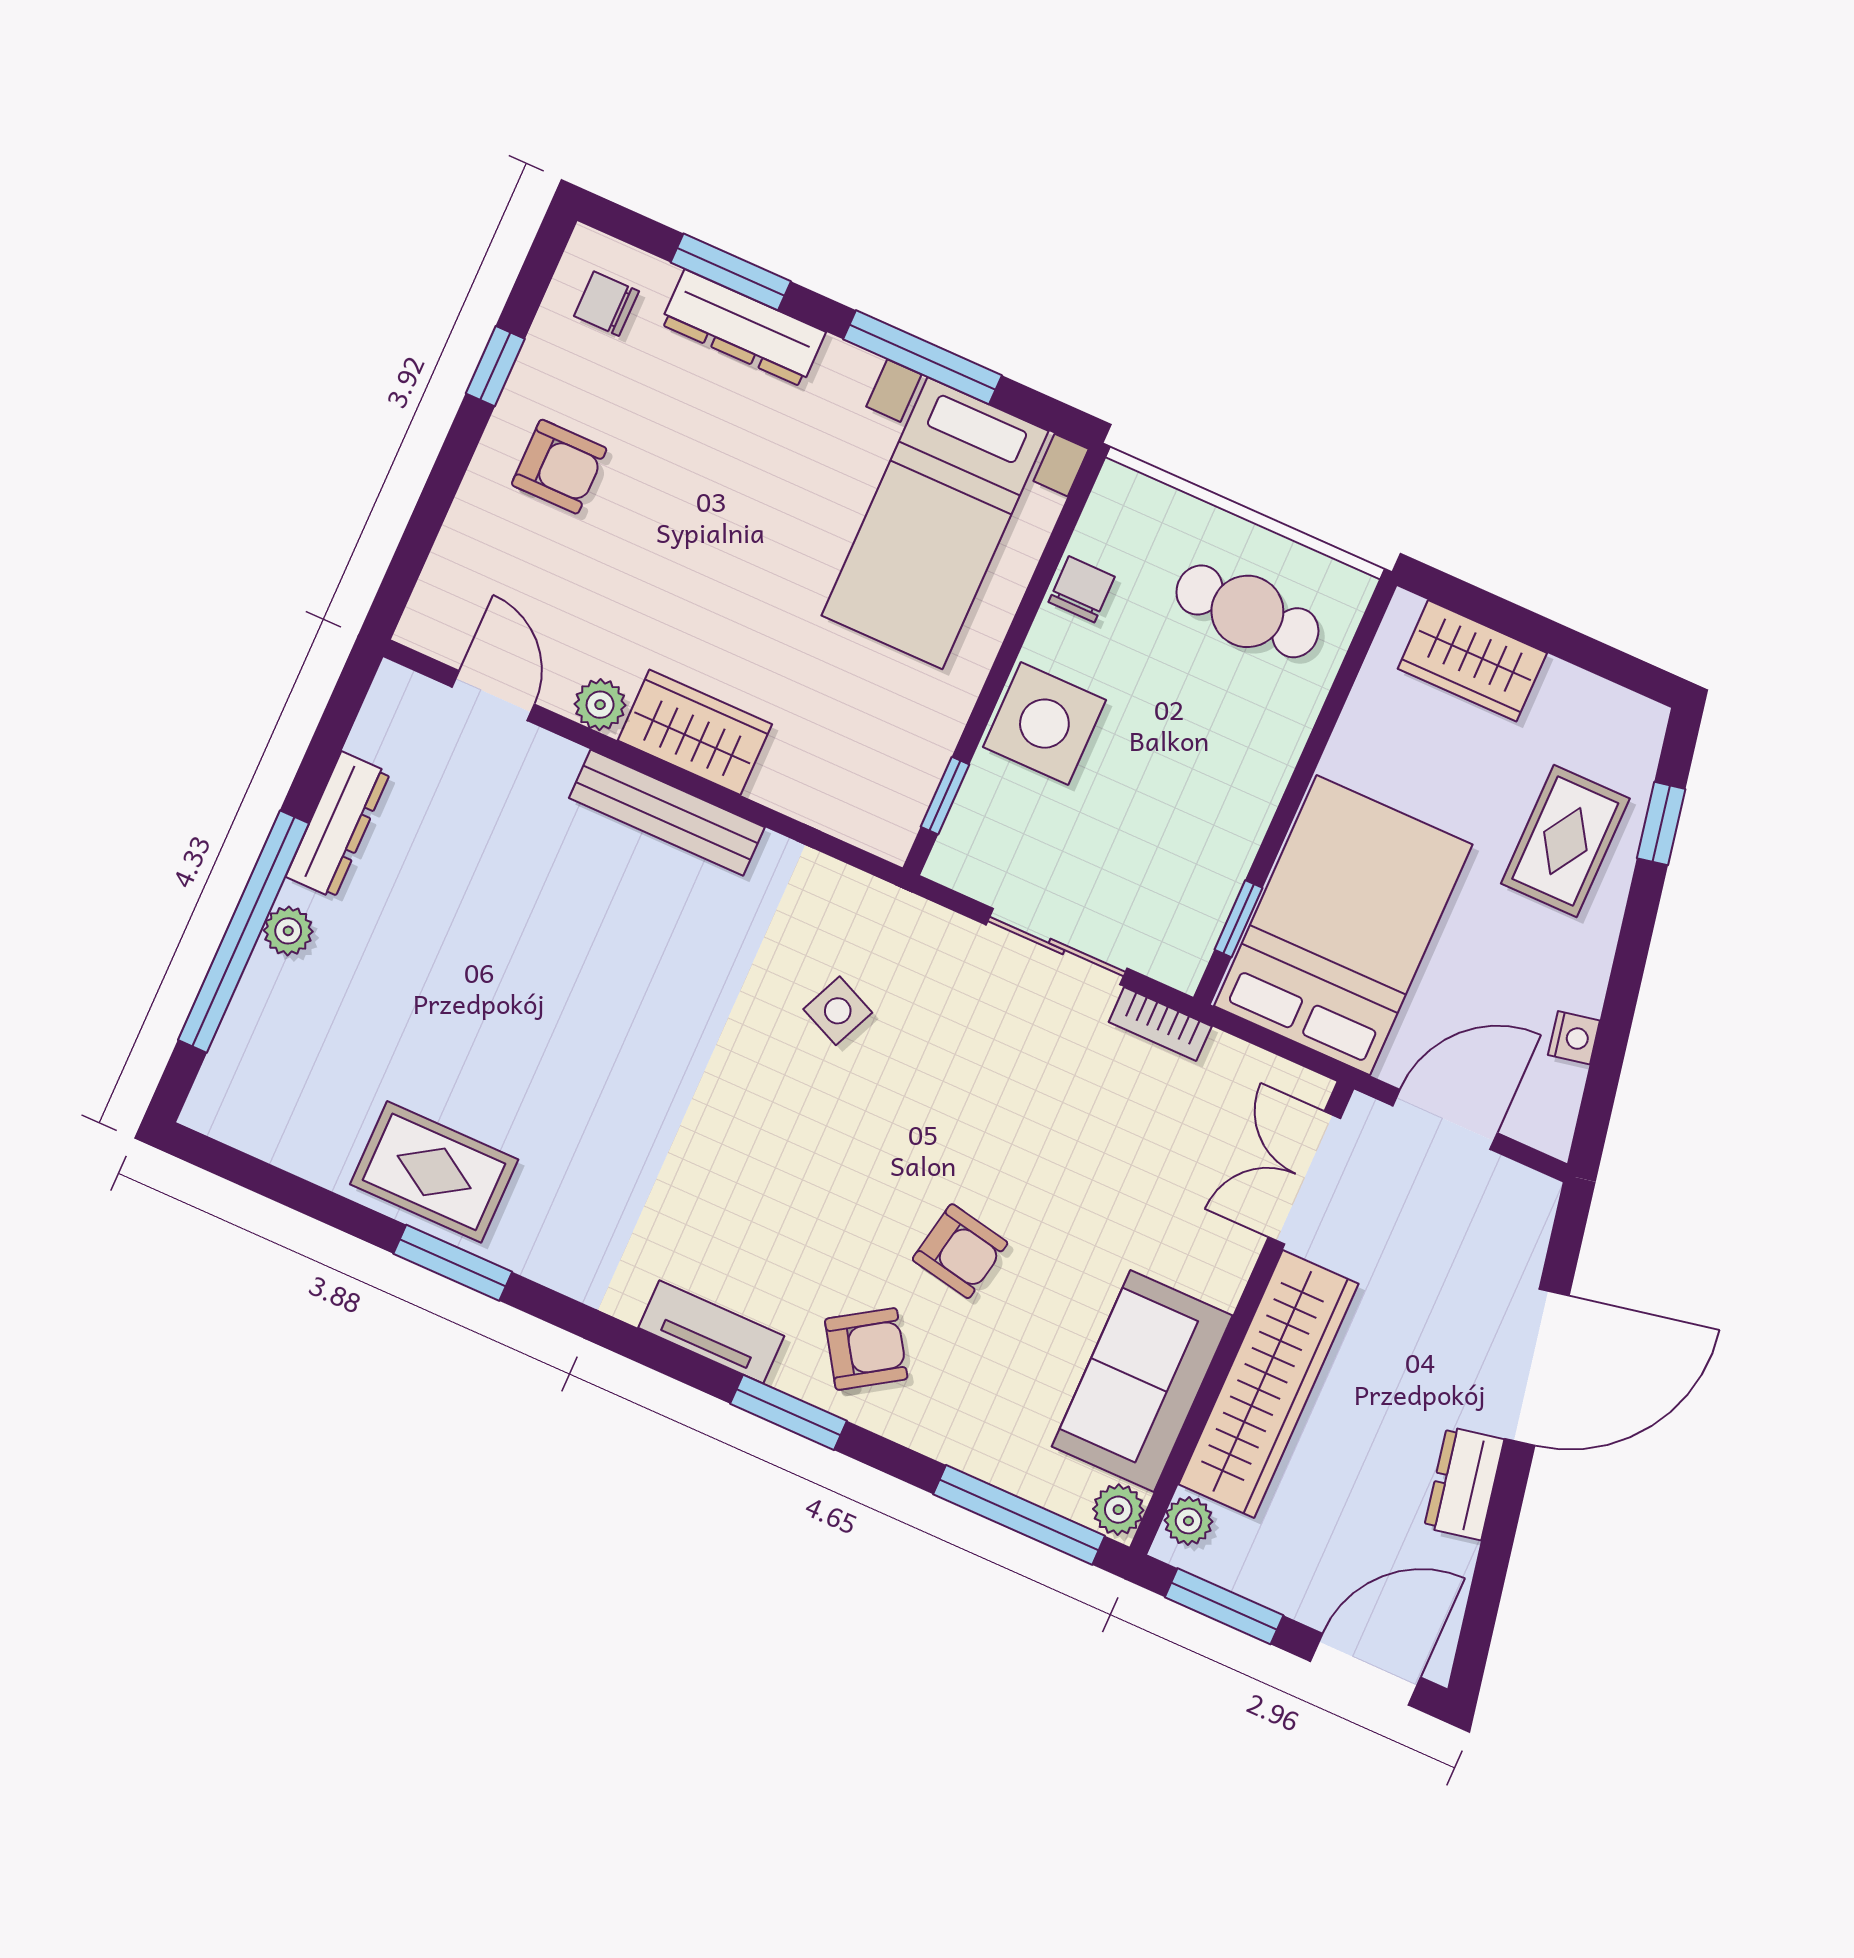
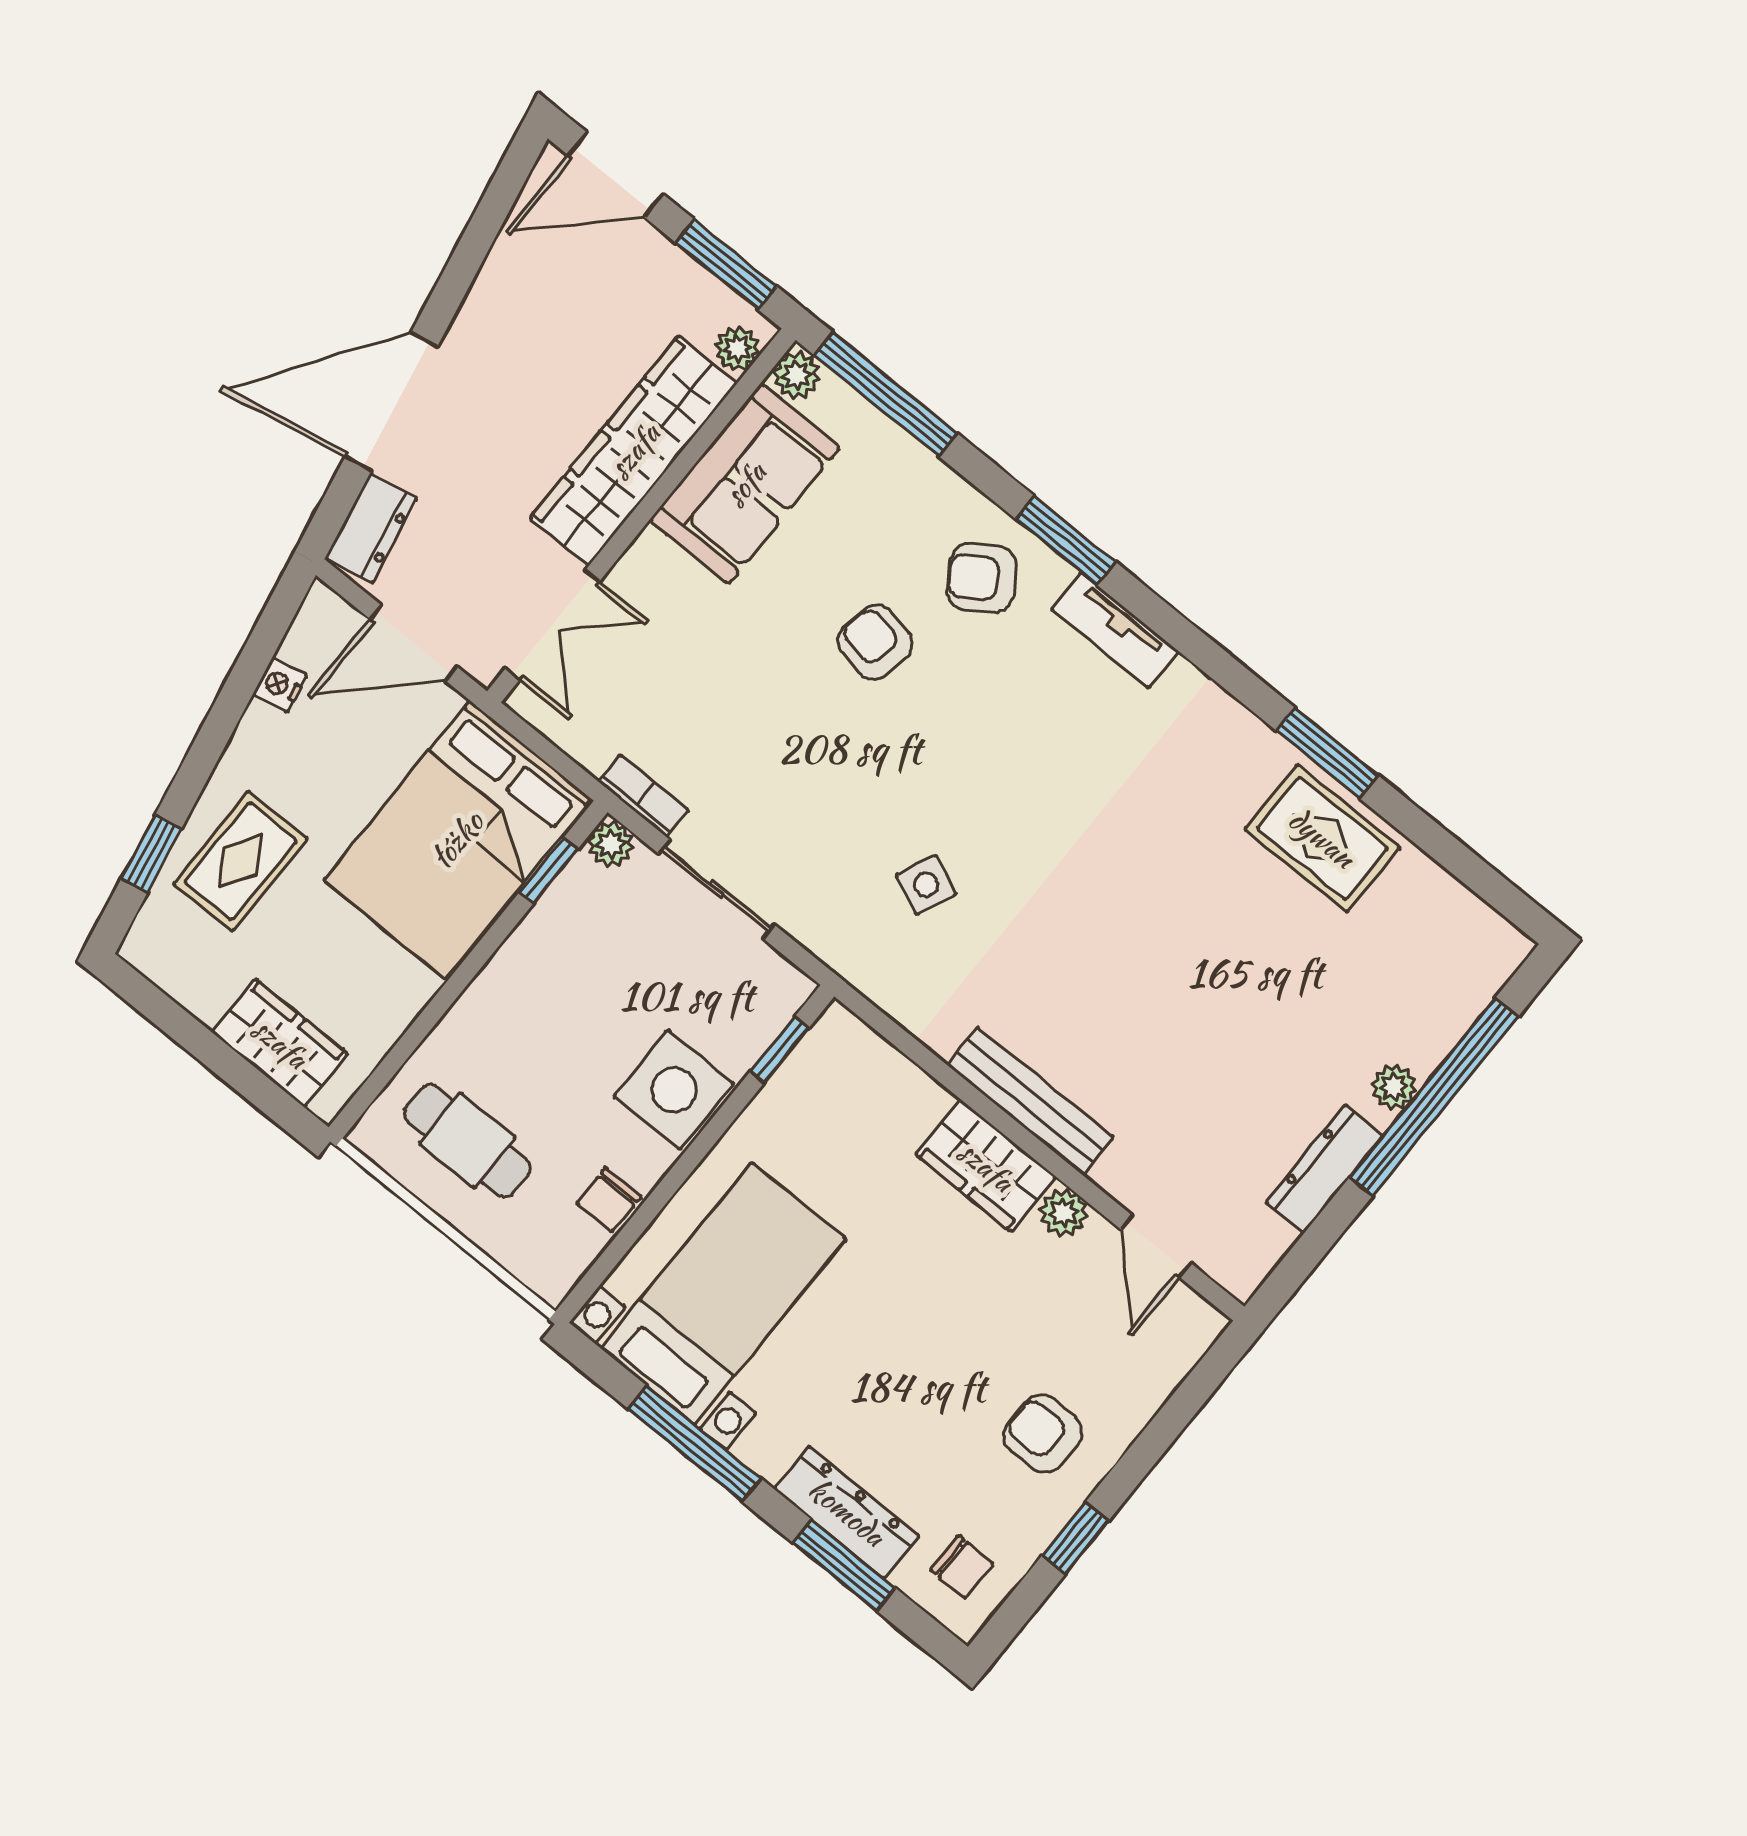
plant: (1181, 964) -> (611, 844), added
dresser: (1464, 1483) -> (371, 528), moved

